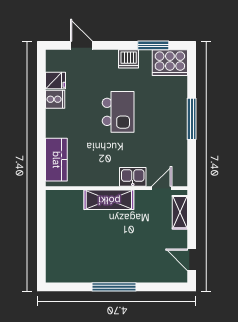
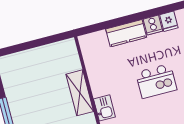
kitchen counter: (56, 160) -> (126, 33), moved

